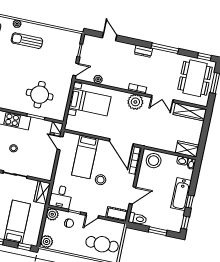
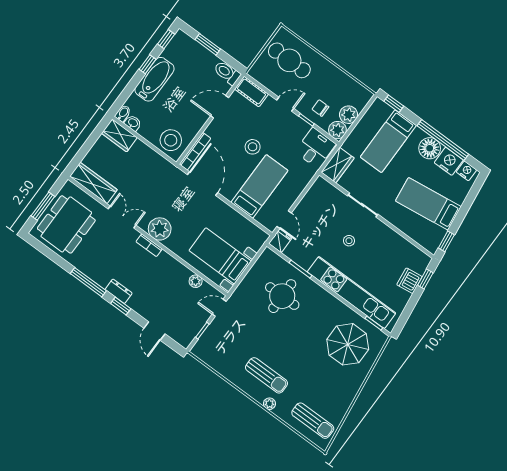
window: (204, 57) -> (121, 306), moved
plant: (47, 242) -> (349, 115), moved

